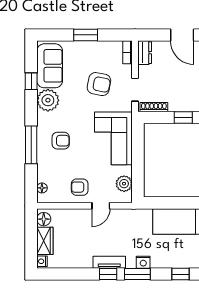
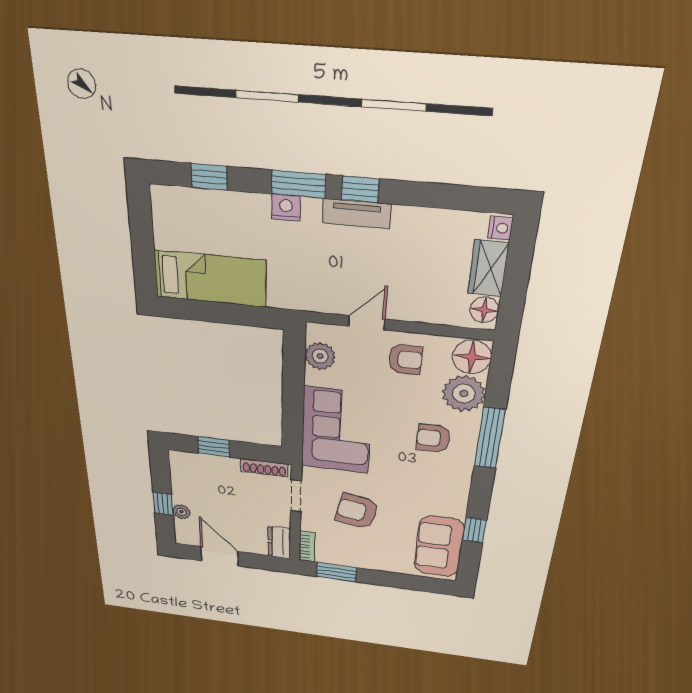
window: (86, 35) -> (337, 572), moved
plant: (48, 100) -> (464, 394), moved
floor lamp: (42, 188) -> (472, 357), width x1.89, depth x1.89

